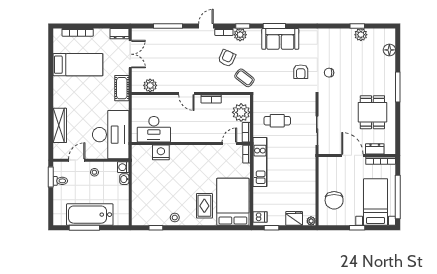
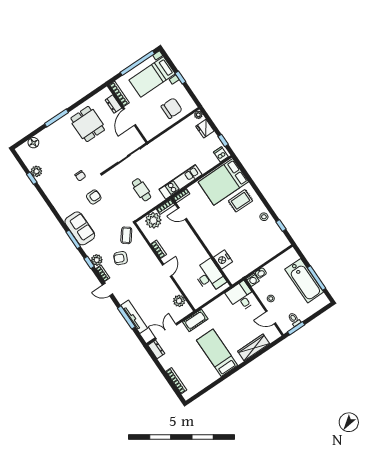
tv unit: (164, 34) -> (134, 317), added
bed: (78, 65) -> (217, 353), moved
dining table: (372, 112) -> (88, 124), turned 90
desk: (111, 135) -> (241, 297), width x0.53, depth x0.77

